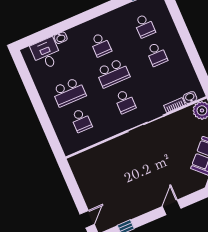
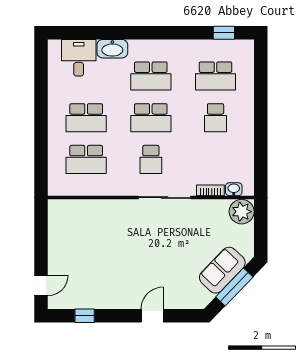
school desk: (144, 26) -> (216, 76), width x1.85
washbasin: (61, 38) -> (112, 49), width x1.91, depth x1.45
school desk: (101, 45) -> (151, 76), width x1.85
school desk: (81, 120) -> (86, 159), width x1.85

